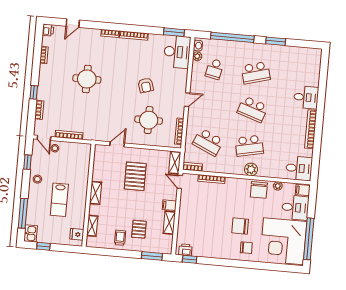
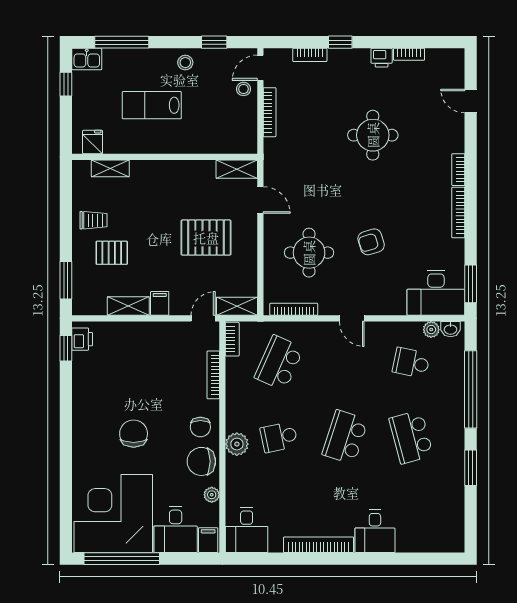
printer: (48, 30) -> (382, 58), moved
school desk: (249, 146) -> (279, 437), width x0.54
shelving: (96, 193) -> (237, 169), moved
chair: (246, 248) -> (200, 427), moved

